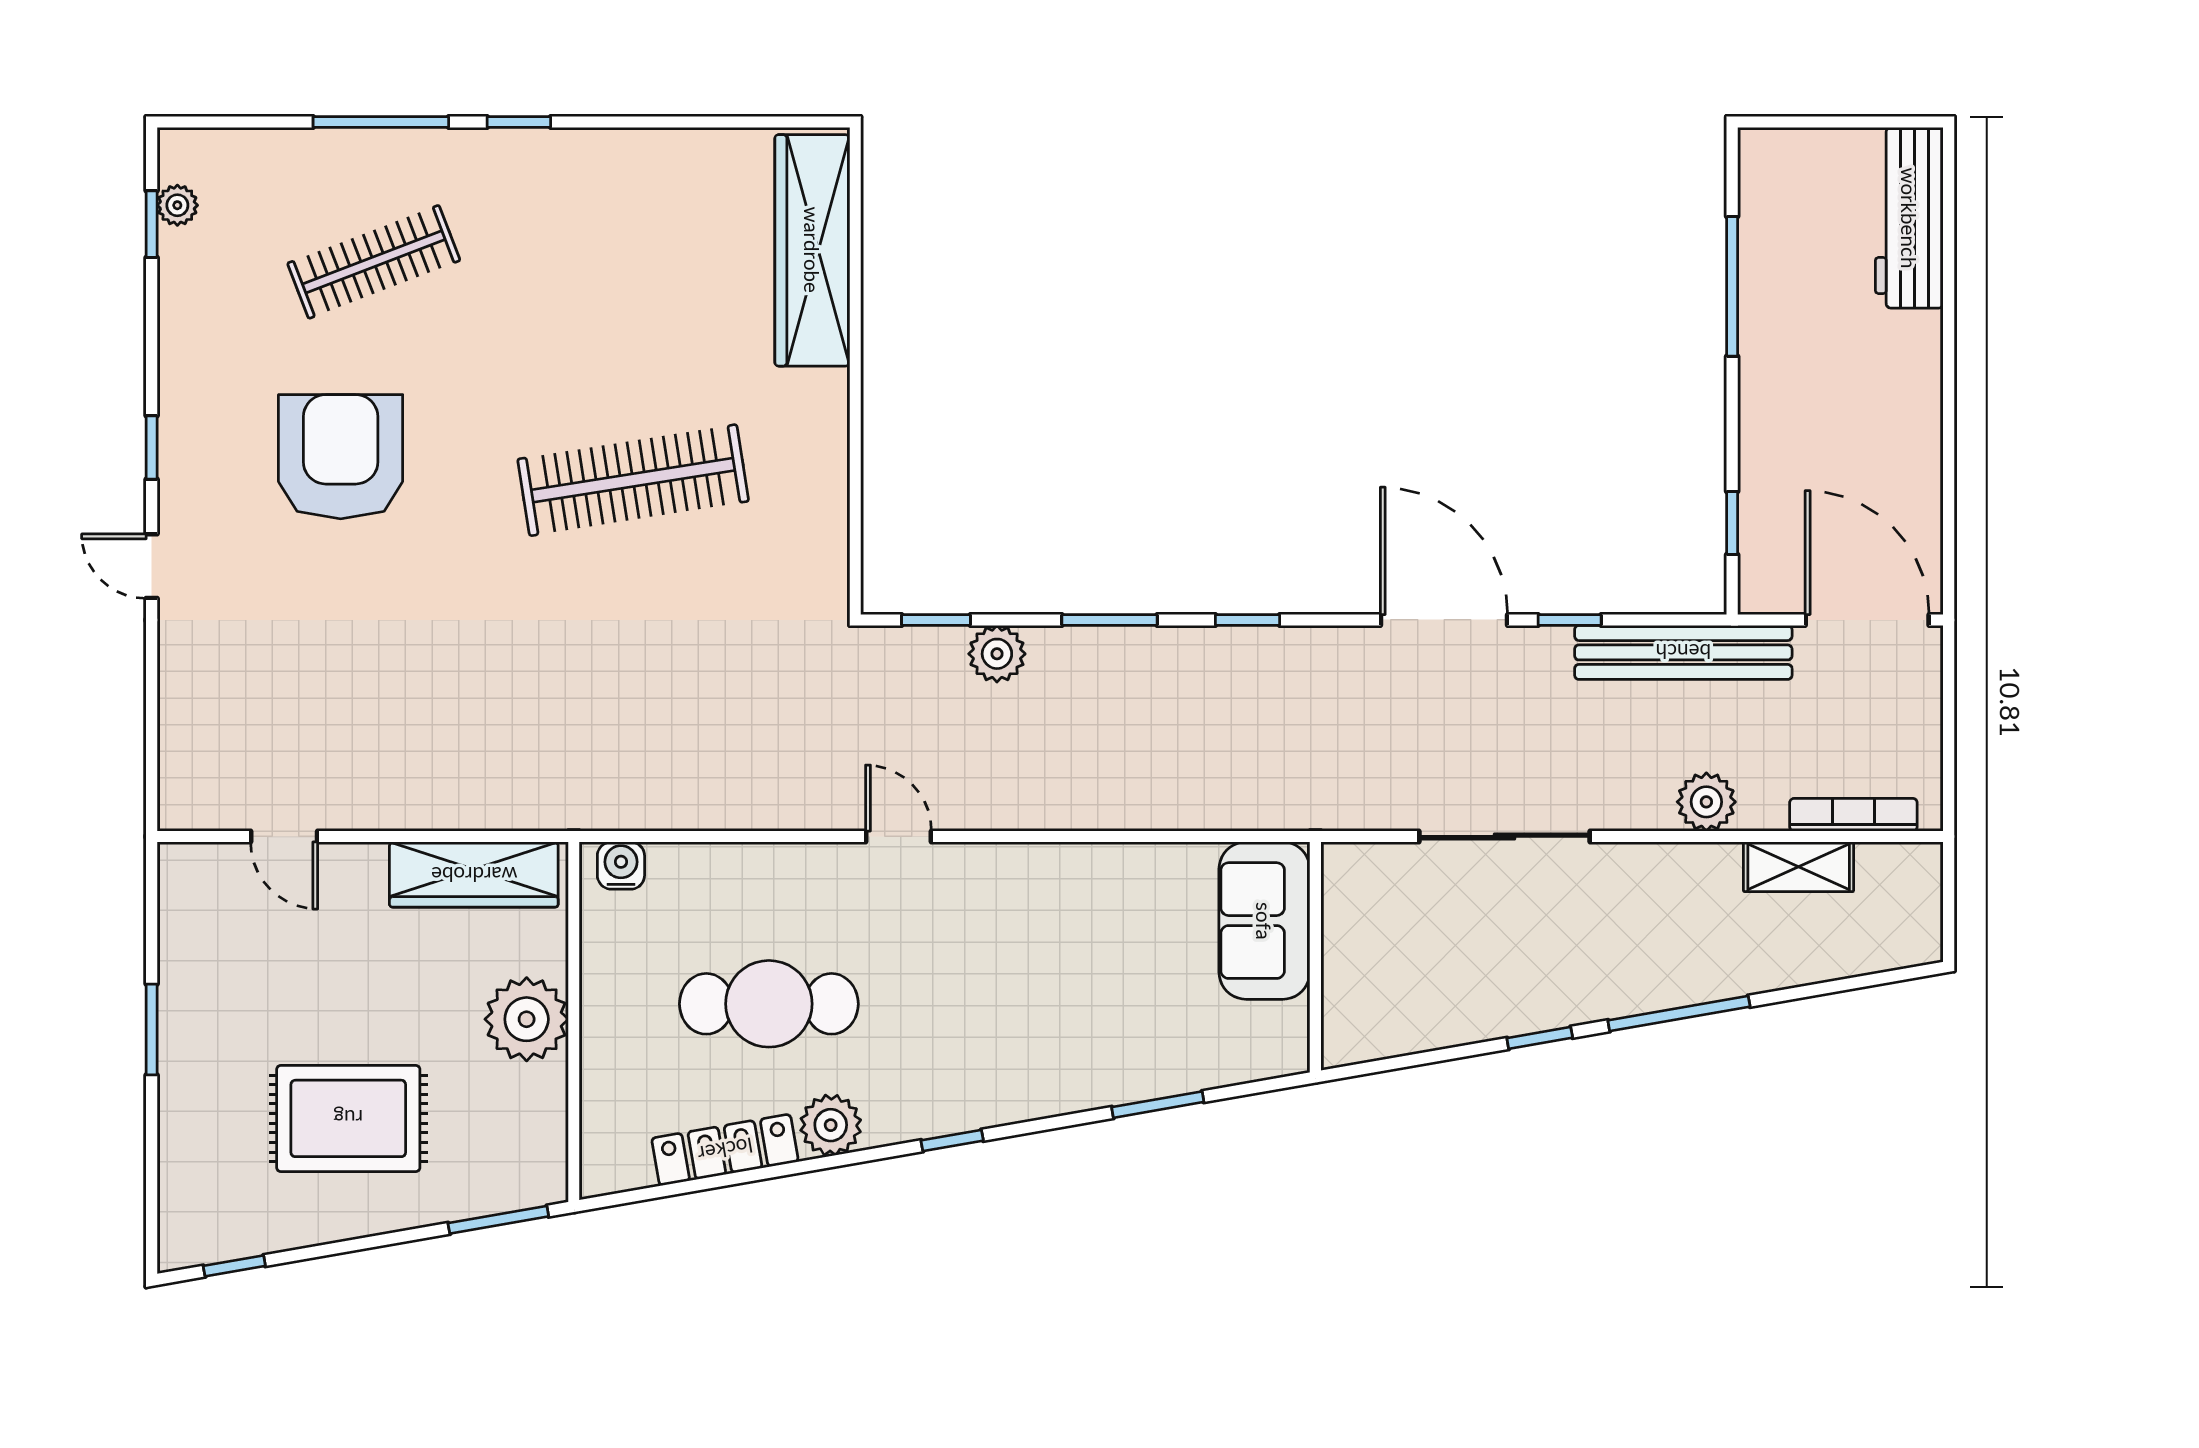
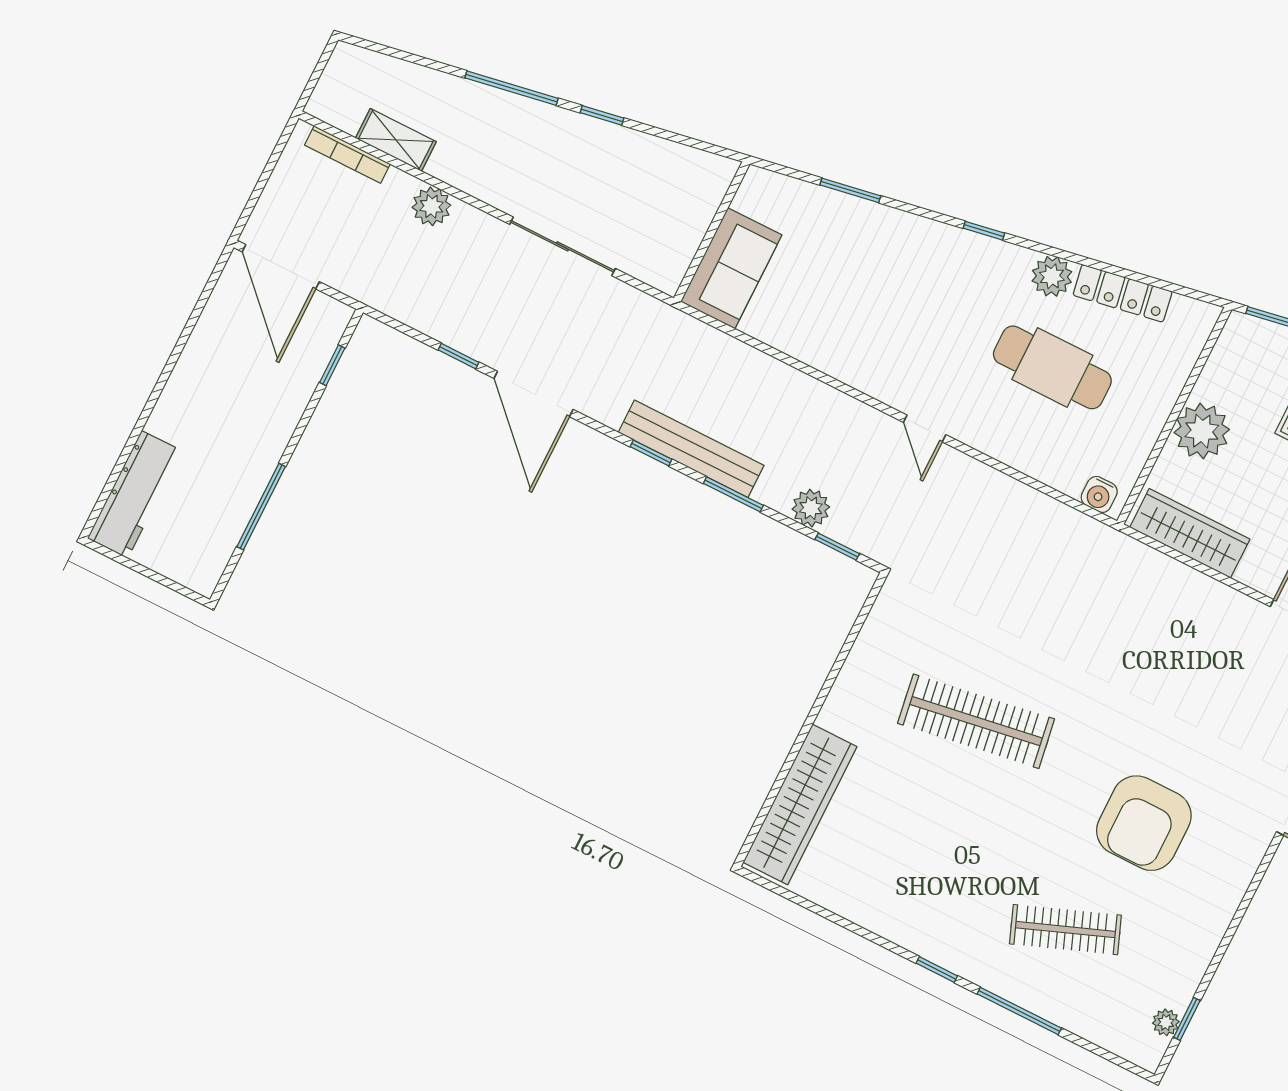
window: (152, 448) -> (1254, 885), removed
bench: (1683, 652) -> (691, 449), moved

